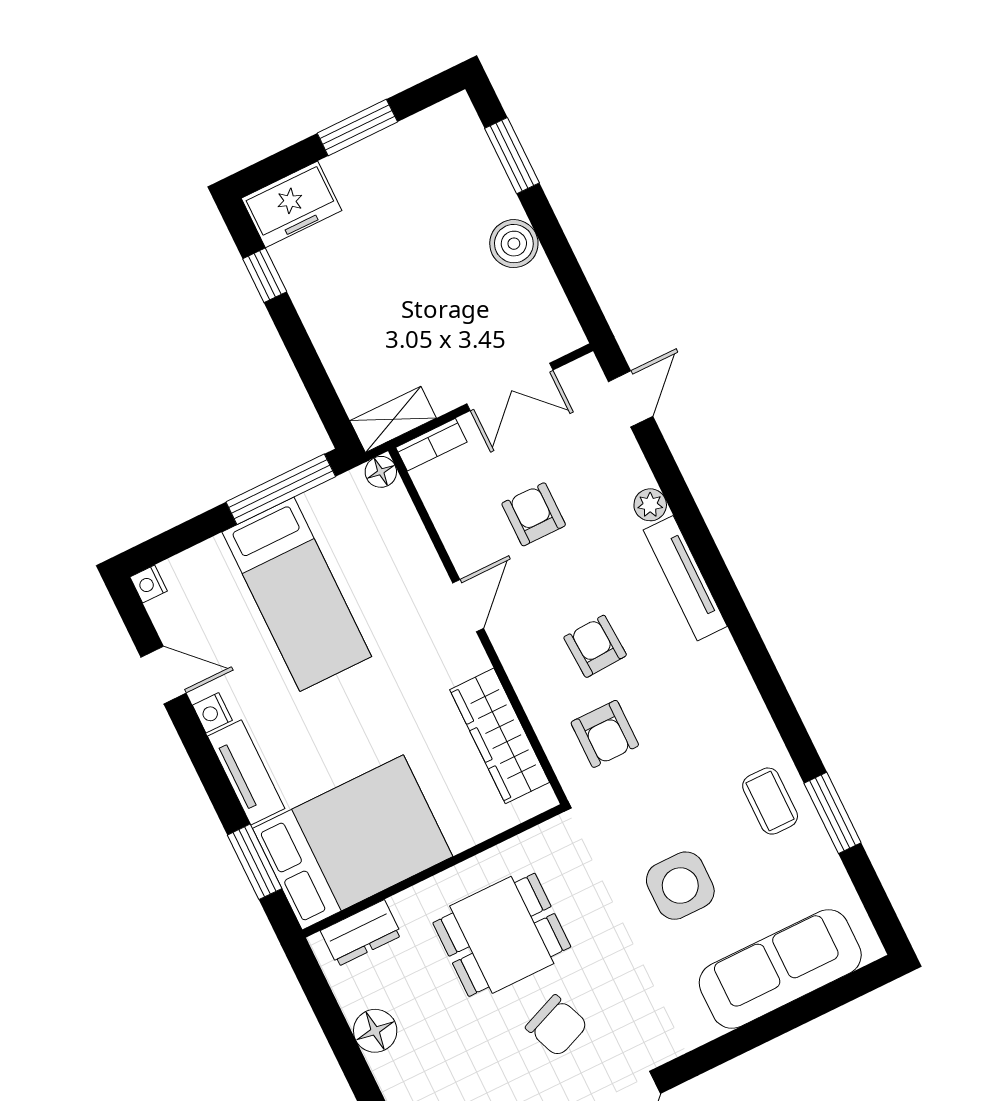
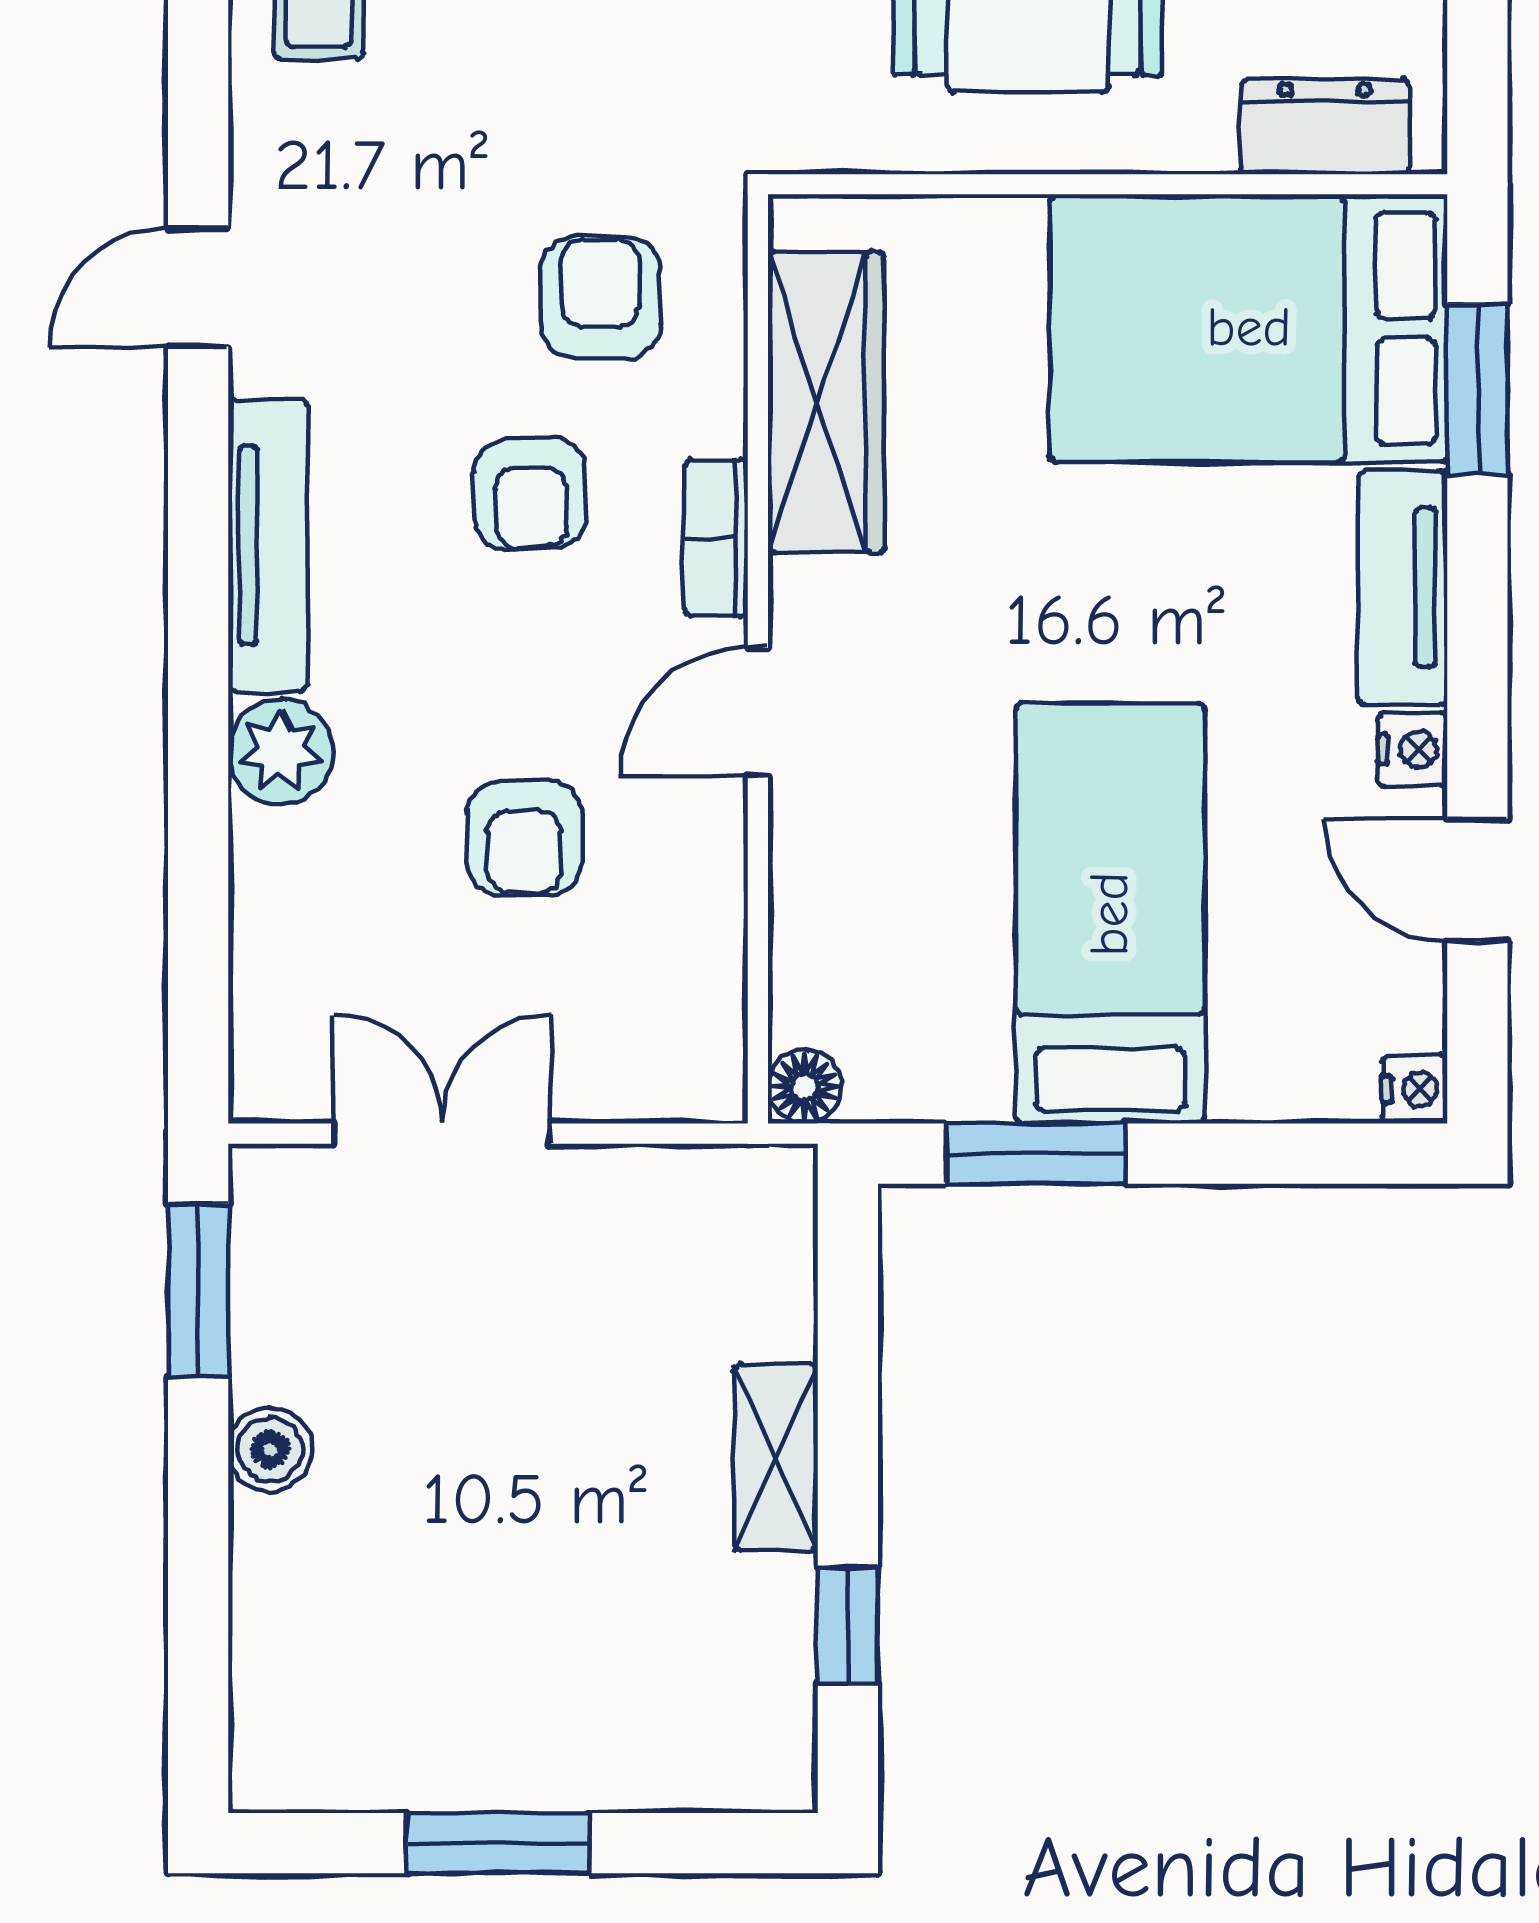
window: (512, 156) -> (198, 1290), moved
freezer: (292, 204) -> (717, 1748), removed
boiler: (514, 244) -> (270, 1449), width x0.73, depth x0.73
door: (631, 399) -> (198, 287), moved
shelving: (393, 419) -> (776, 1458), moved, turned 90
bookcase: (431, 445) -> (716, 538), moved, turned -90
window: (281, 489) -> (1036, 1154), width x0.69
plant: (650, 505) -> (281, 752), width x1.38, depth x1.38

